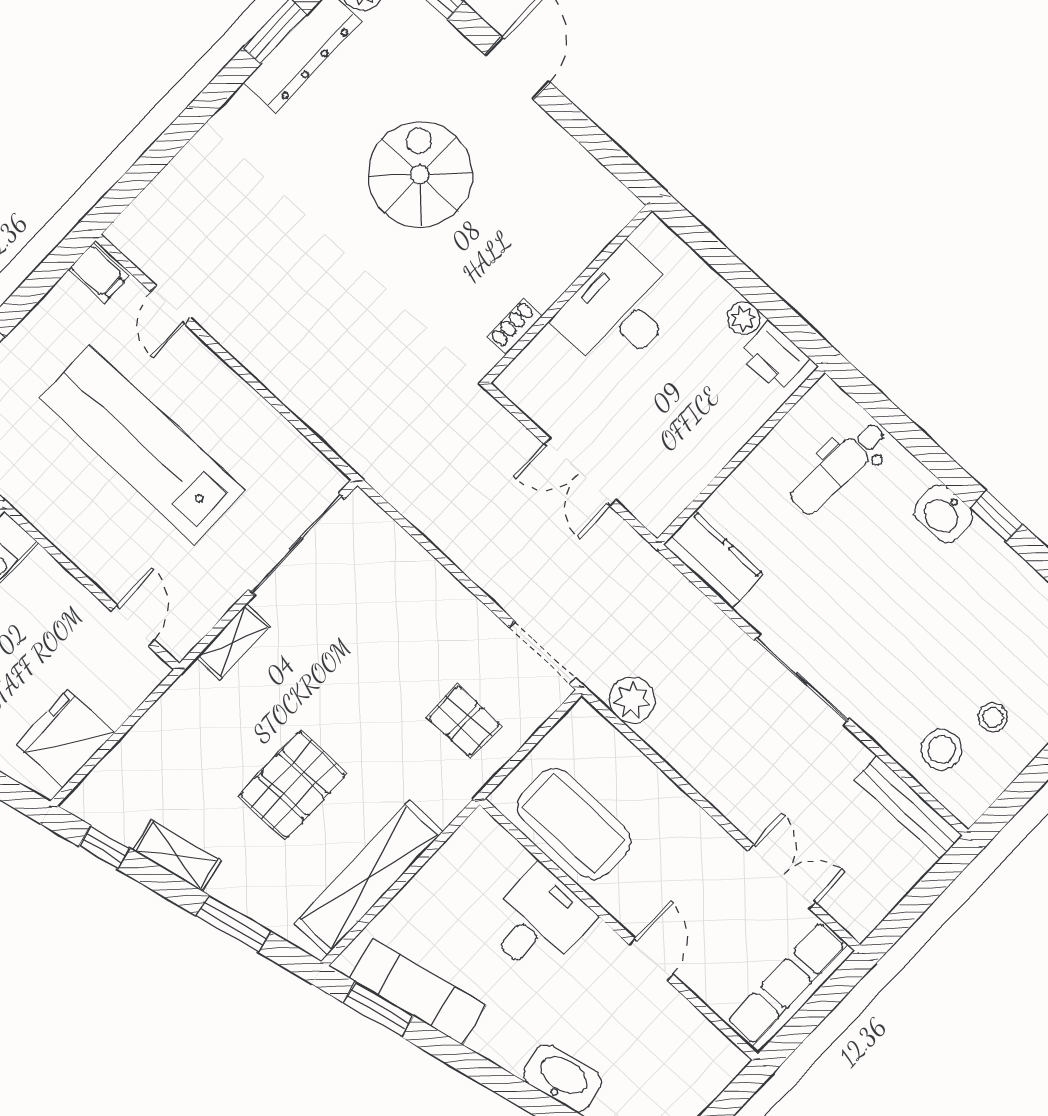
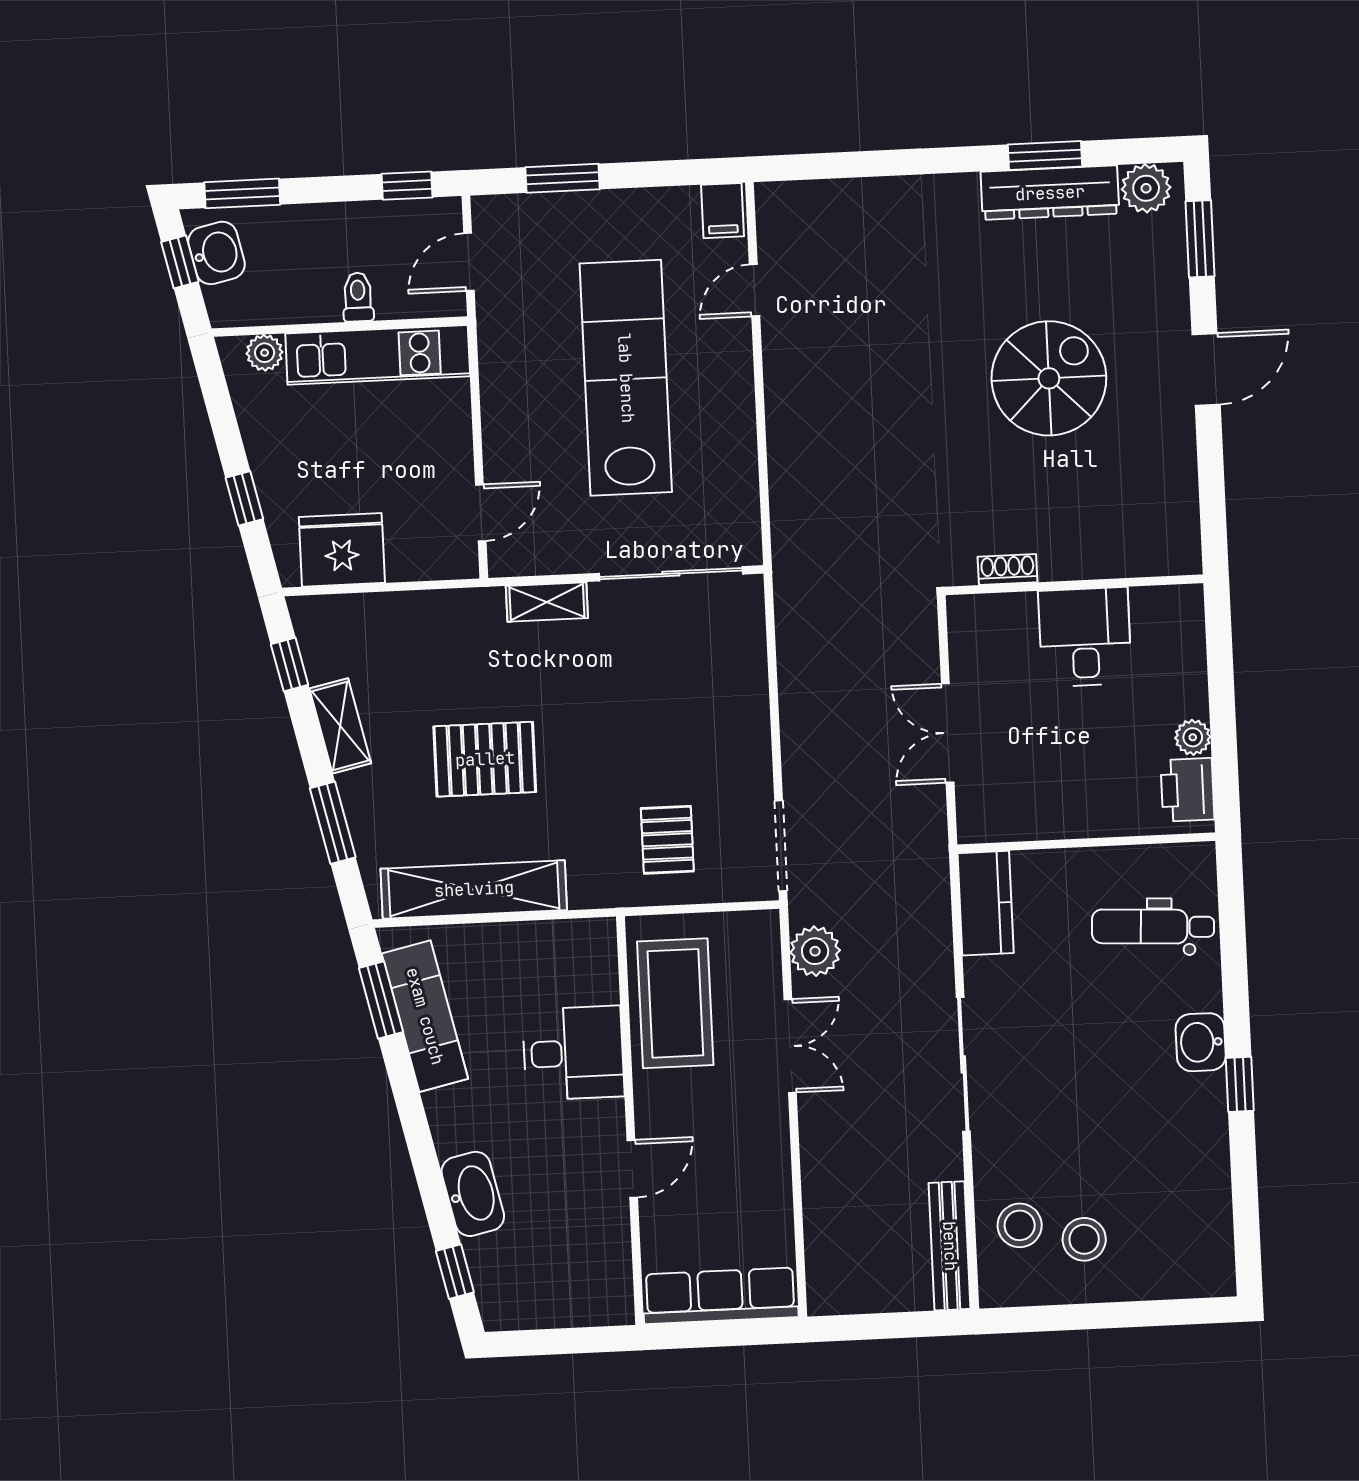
desk: (619, 310) -> (1085, 637), width x0.73
stool: (993, 717) -> (1084, 1239), width x1.37, depth x1.37
double door: (782, 877) -> (790, 1046), moved

